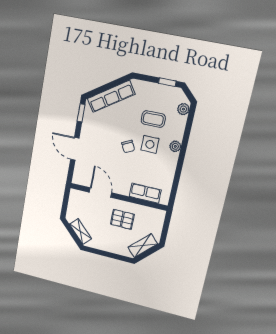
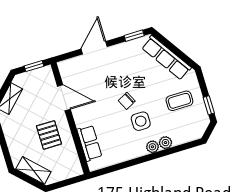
plant: (183, 109) -> (165, 143), moved
coffee table: (153, 119) -> (179, 101), moved, turned 90
door: (100, 192) -> (64, 98), hinge flipped
window: (66, 201) -> (34, 66), added

